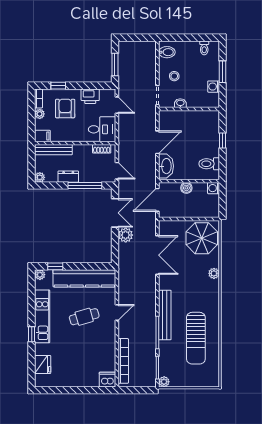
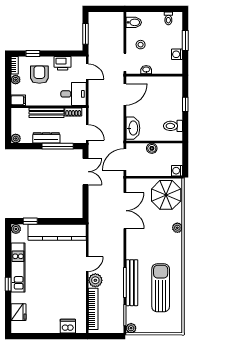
door: (157, 142) -> (125, 94), moved
bench: (53, 150) -> (46, 113), moved
dresser: (68, 177) -> (46, 138), width x1.44
washing machine: (214, 188) -> (177, 171), moved
plant: (126, 235) -> (95, 280), moved
bench: (165, 315) -> (132, 283), moved
cafe table: (84, 317) -> (57, 268), removed
sun lounger: (196, 338) -> (161, 288), turned 180
dishwasher: (108, 380) -> (68, 326), moved

